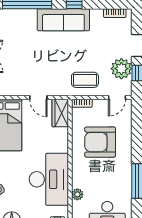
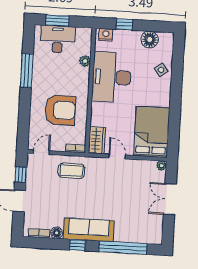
floor lamp: (97, 15) -> (57, 233), added
plant: (121, 69) -> (36, 180), removed

